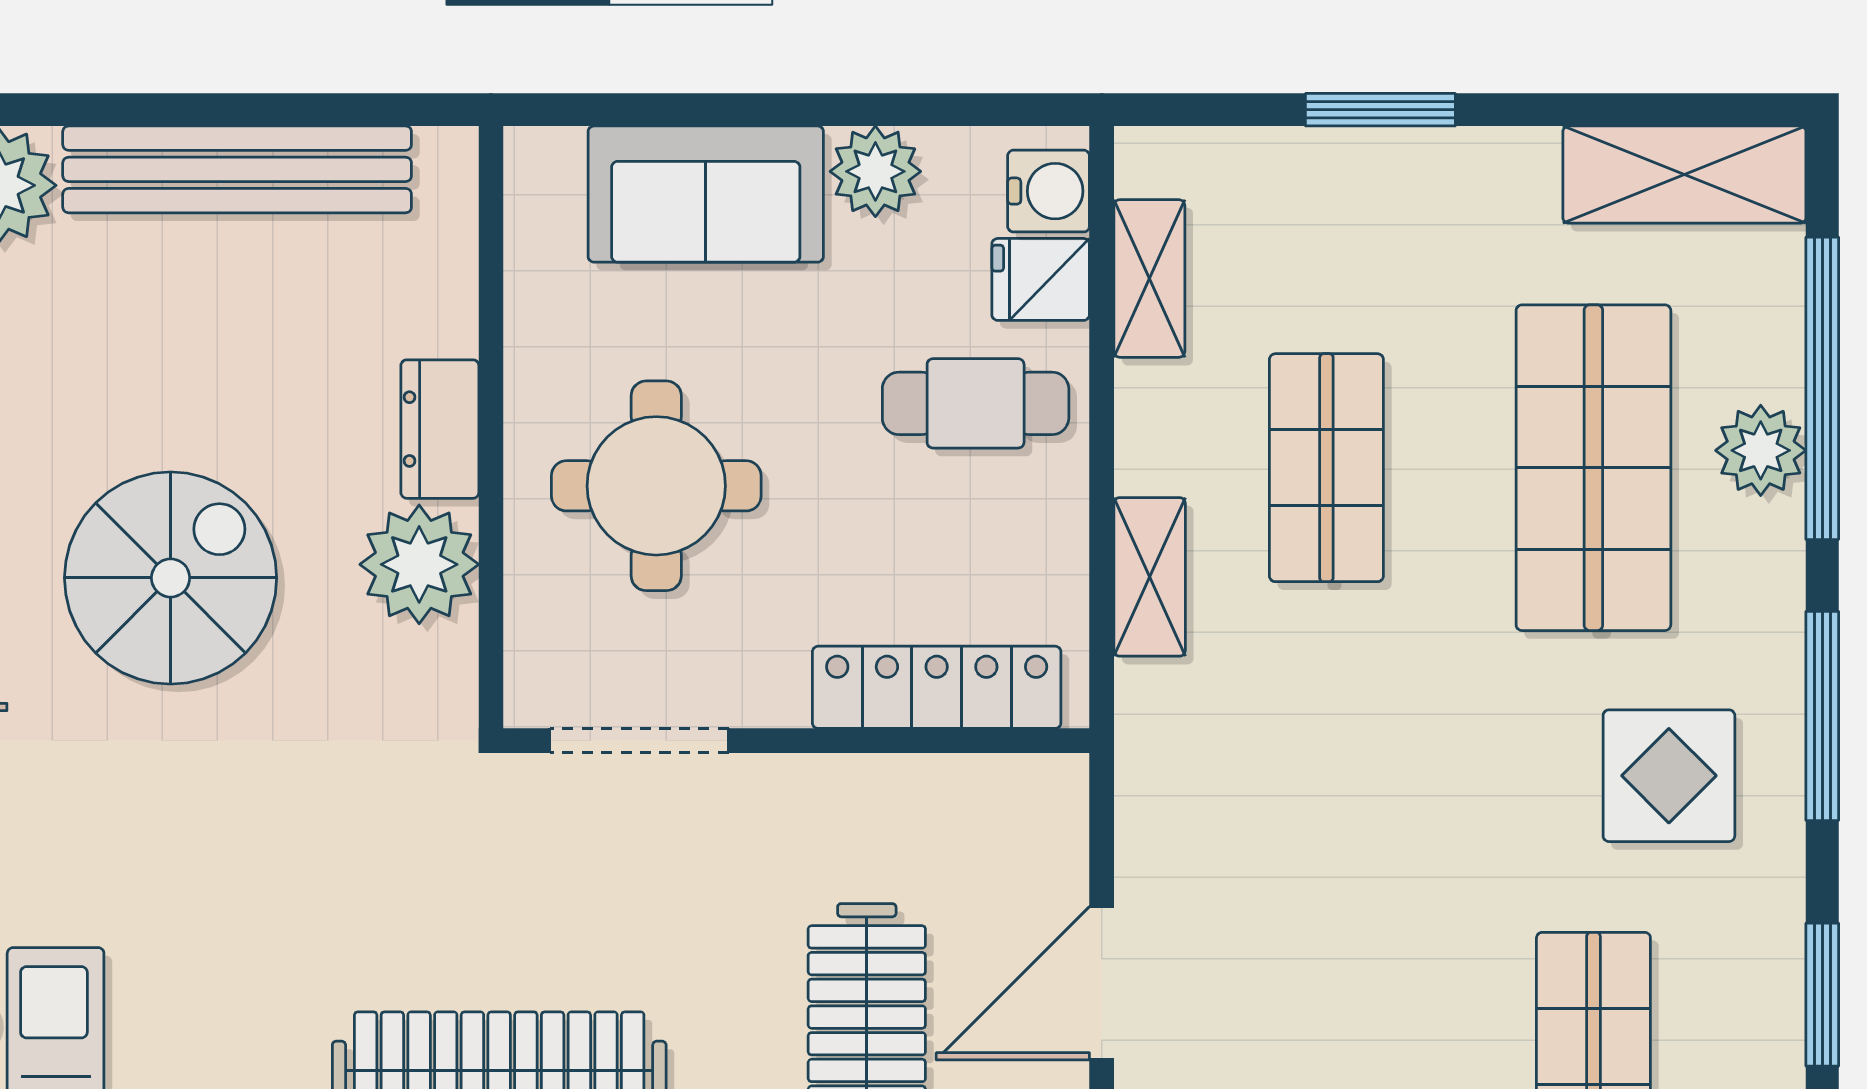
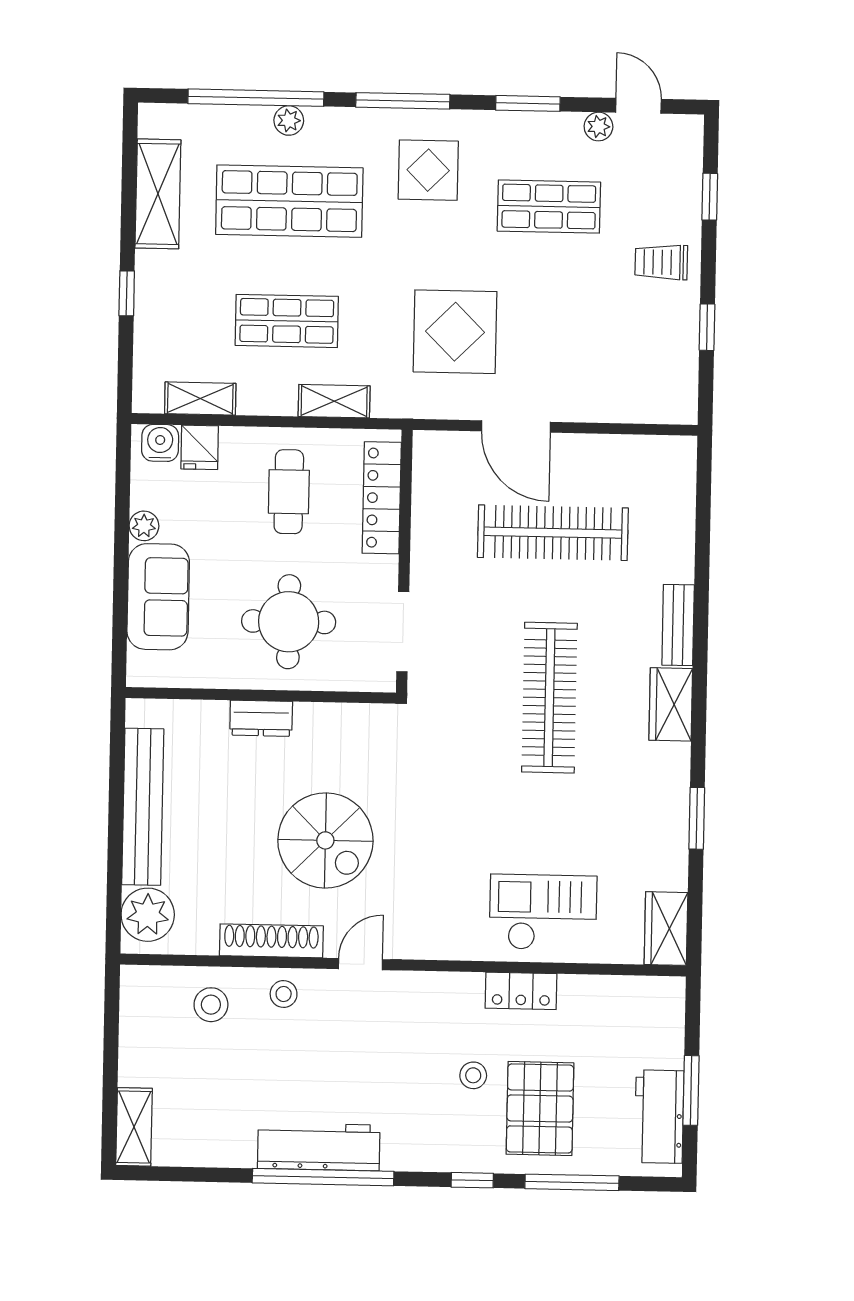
window: (1380, 110) -> (127, 293), width x0.67
plant: (875, 171) -> (144, 526), width x0.73, depth x0.73
shelving: (1684, 175) -> (158, 194), moved
cafe table: (976, 403) -> (289, 492), moved
plant: (1761, 450) -> (289, 120), width x0.73, depth x0.73
plant: (419, 564) -> (322, 729), removed
spiral stairs: (171, 578) -> (325, 840), turned 180
display table: (1310, 843) -> (455, 332), added

